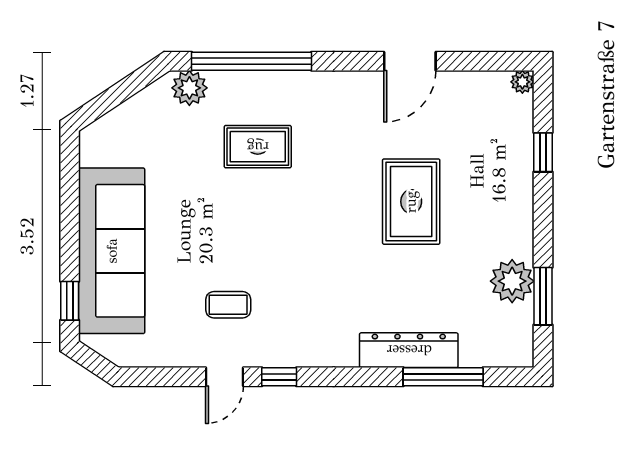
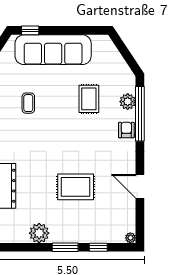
plant: (189, 88) -> (128, 102), moved
armchair: (287, 91) -> (126, 130), added
rug: (258, 147) -> (89, 99), moved
window: (543, 296) -> (65, 247), moved

